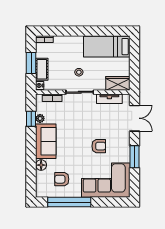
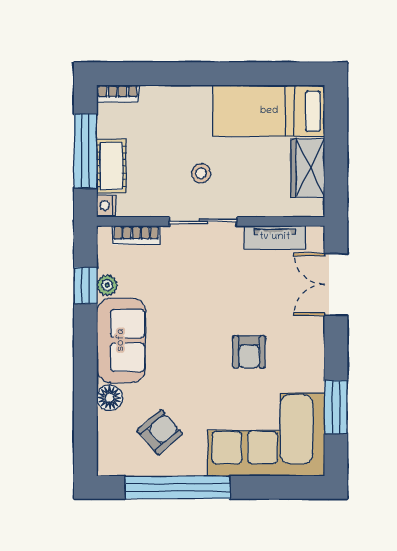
window: (31, 63) -> (85, 151), width x1.44
wardrobe: (118, 83) -> (308, 168), moved, turned -90
double door: (135, 118) -> (336, 284), swing flipped
armchair: (99, 146) -> (249, 352), turned 90
window: (135, 157) -> (336, 407), moved
armchair: (62, 179) -> (160, 432), turned 139

